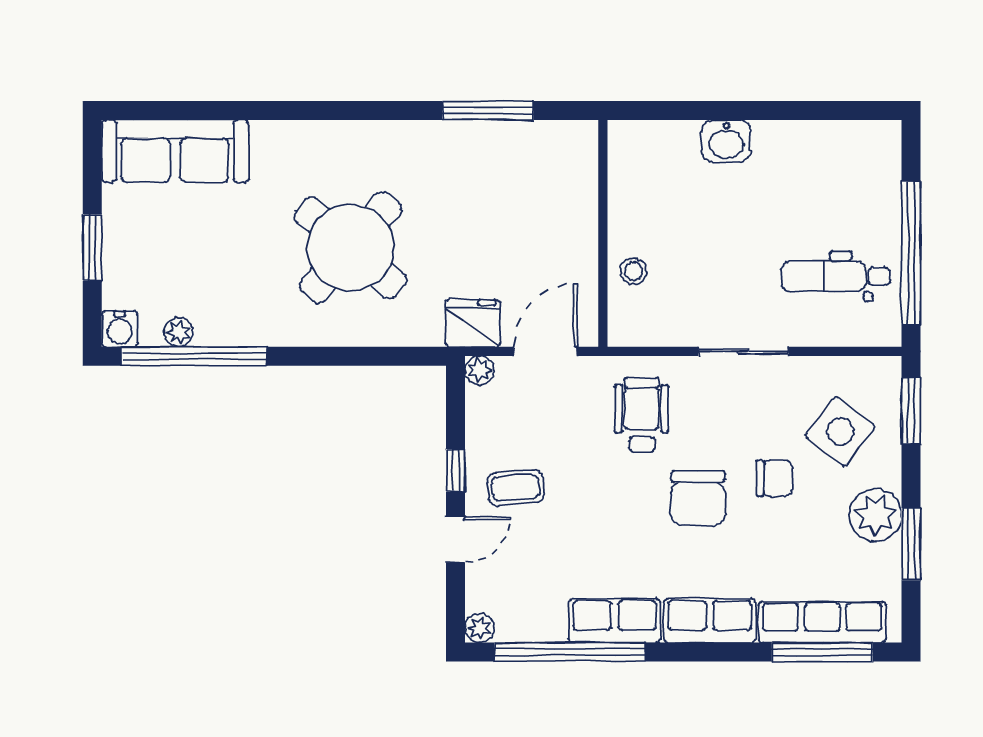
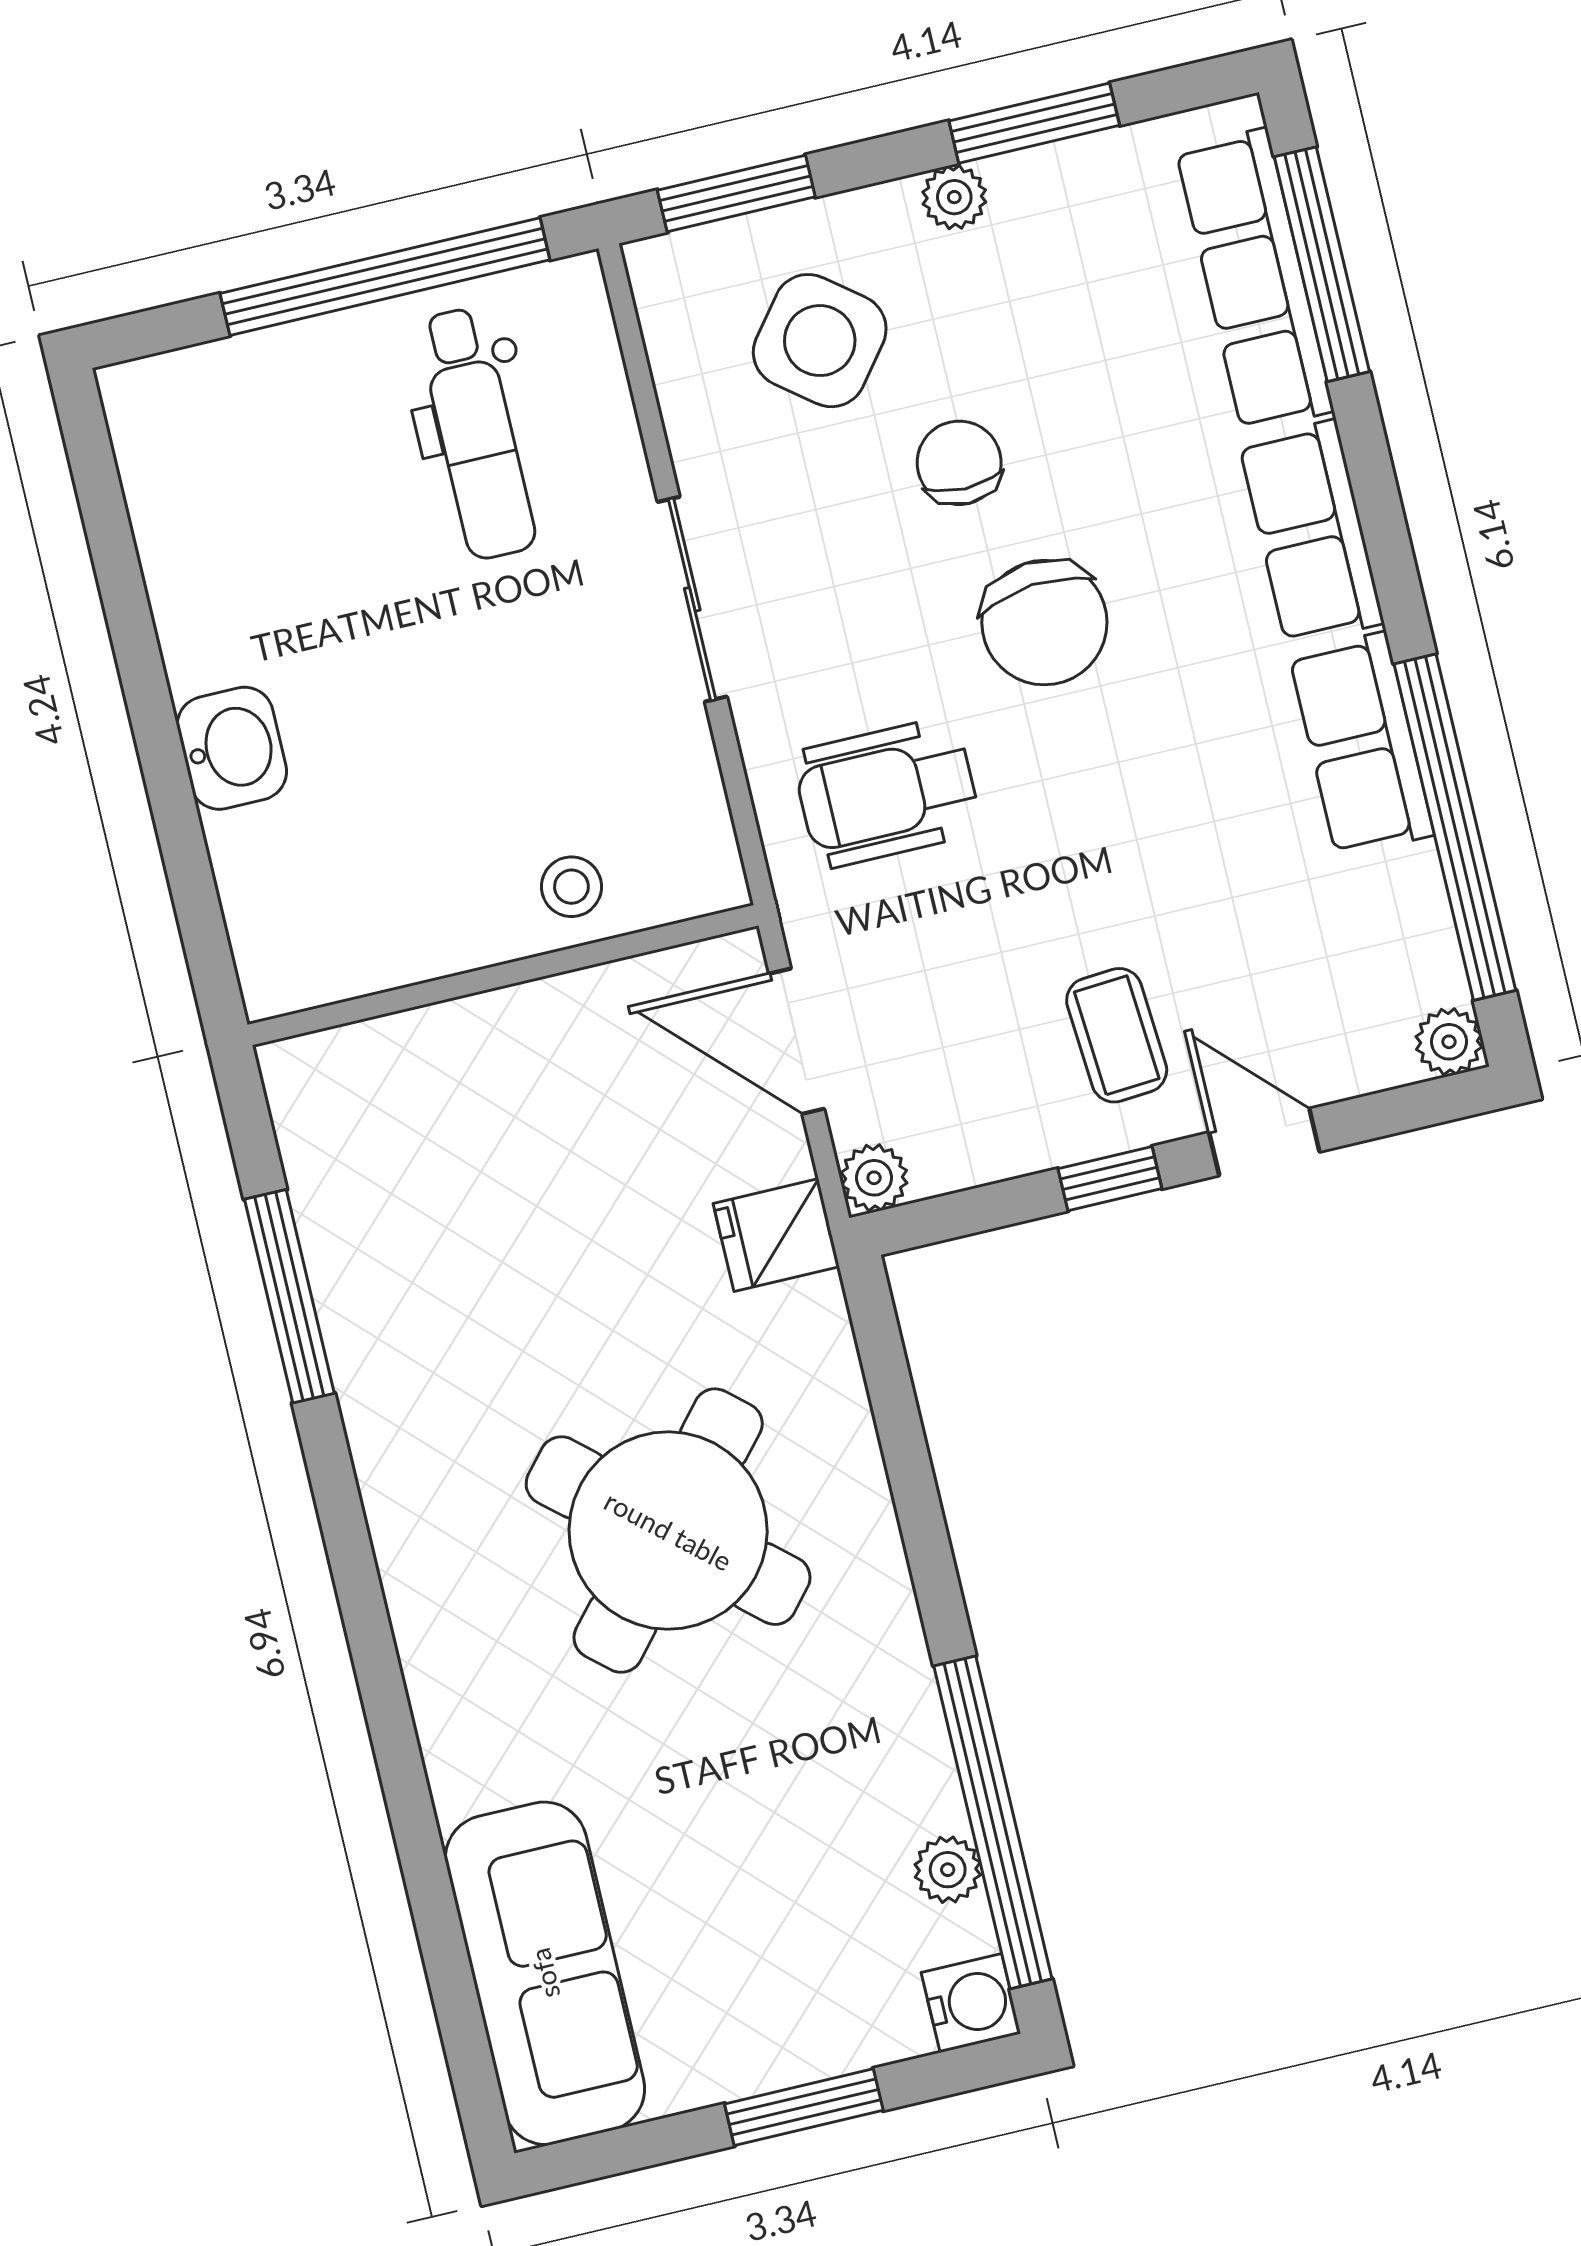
fridge: (473, 323) -> (776, 1235), width x0.72
chair: (698, 498) -> (1044, 623), turned 85
plant: (875, 515) -> (954, 197), width x0.53, depth x0.53

